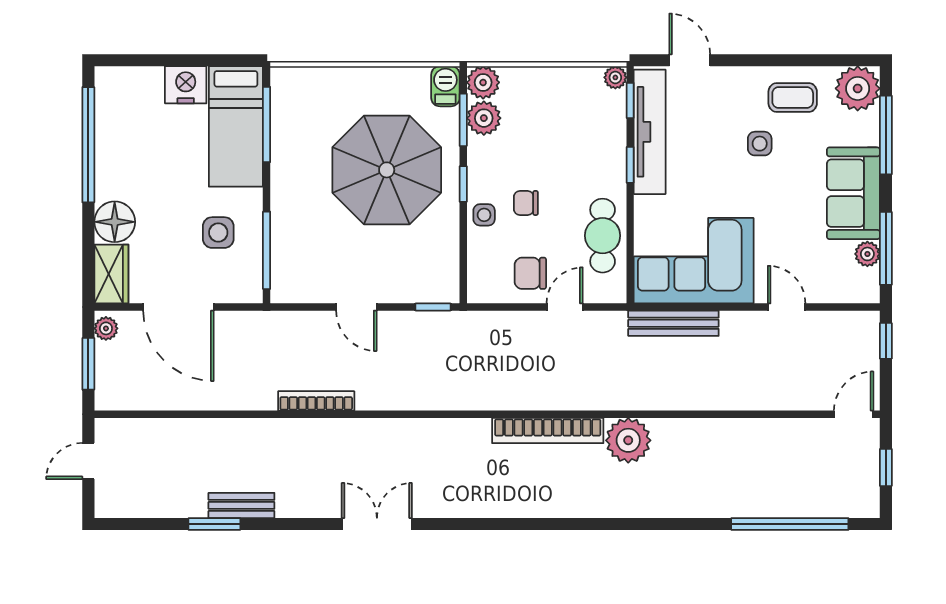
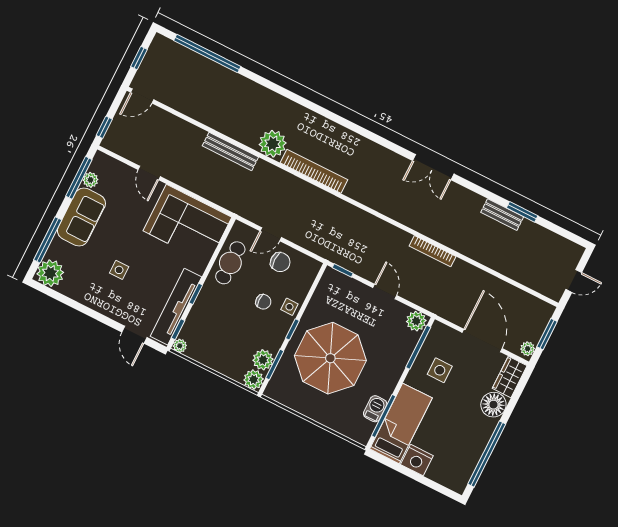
barbecue: (445, 86) -> (375, 409), moved, turned 180
coffee table: (793, 98) -> (88, 286), removed
plant: (289, 287) -> (416, 321), added
bench: (673, 323) -> (230, 151), moved

